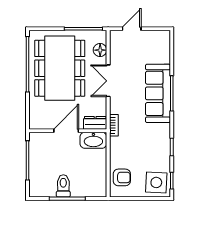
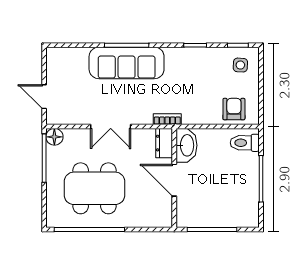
floor lamp: (100, 50) -> (54, 137), moved
dining table: (60, 68) -> (94, 188), width x0.73, depth x0.80
side table: (156, 182) -> (240, 65), width x0.54, depth x0.54
toilet: (63, 186) -> (245, 143), moved

